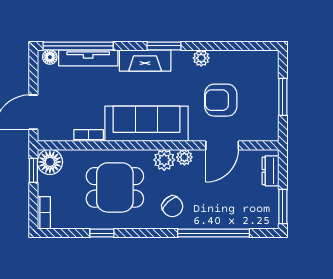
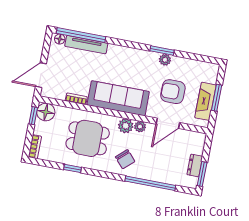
window: (164, 46) -> (162, 51), moved
fireplace: (145, 60) -> (205, 101), moved, turned 90
dresser: (271, 171) -> (195, 165), moved

